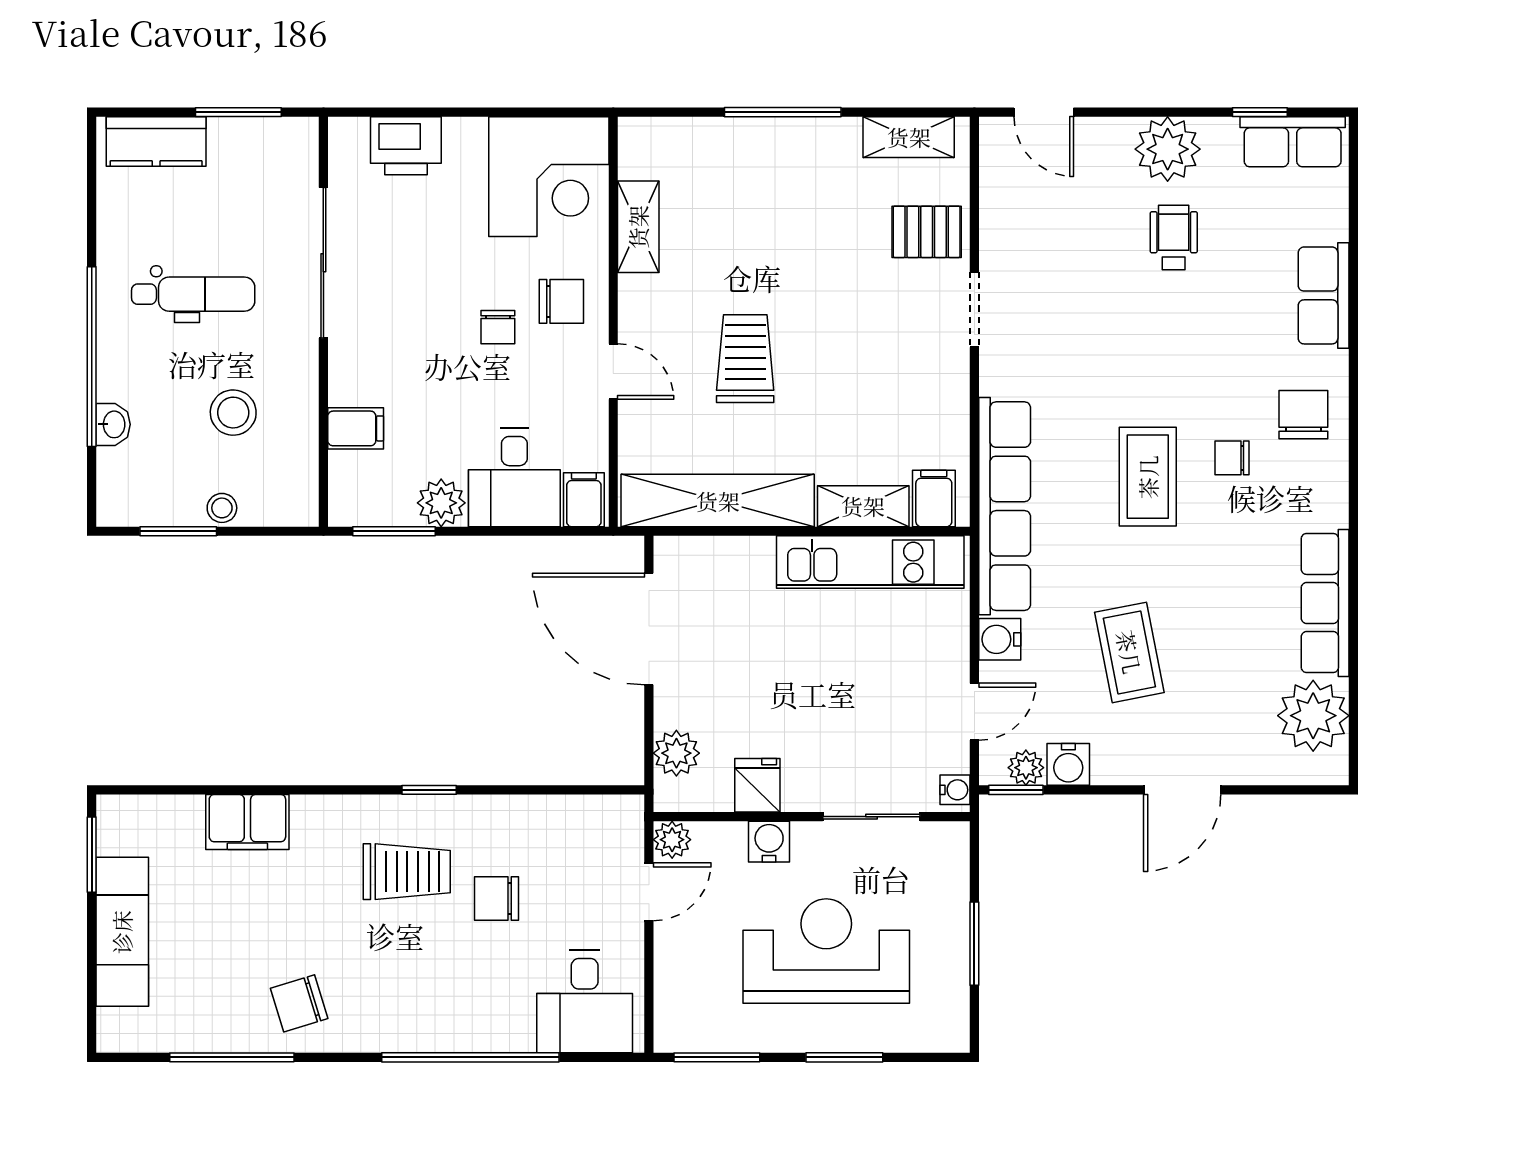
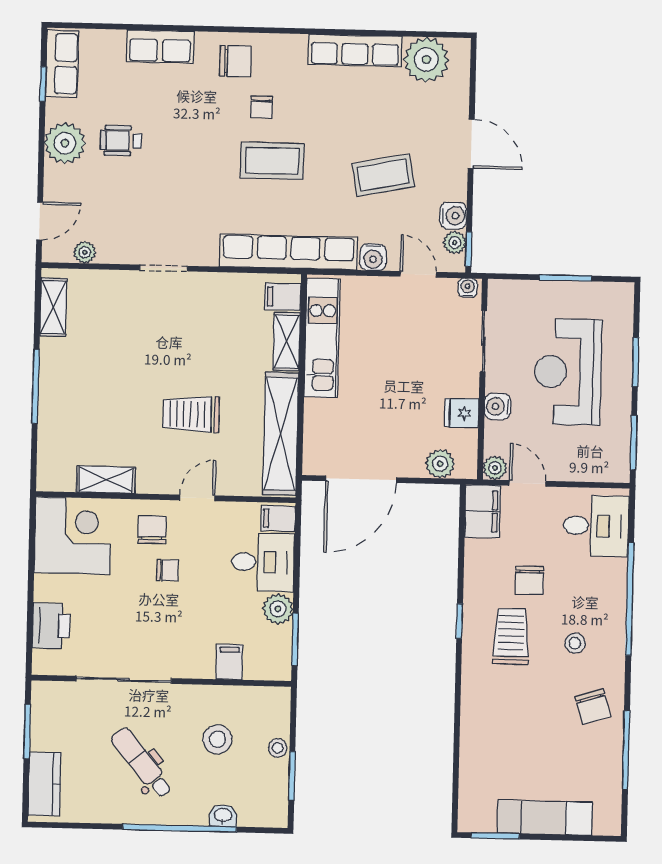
plant: (996, 184) -> (85, 252), added
pallet: (927, 232) -> (114, 297), removed
dental chair: (193, 294) -> (142, 763), turned -40
chair: (1303, 415) -> (235, 61), turned 180
filing cabinet: (247, 822) -> (483, 511), moved
stool: (399, 973) -> (575, 643), added

